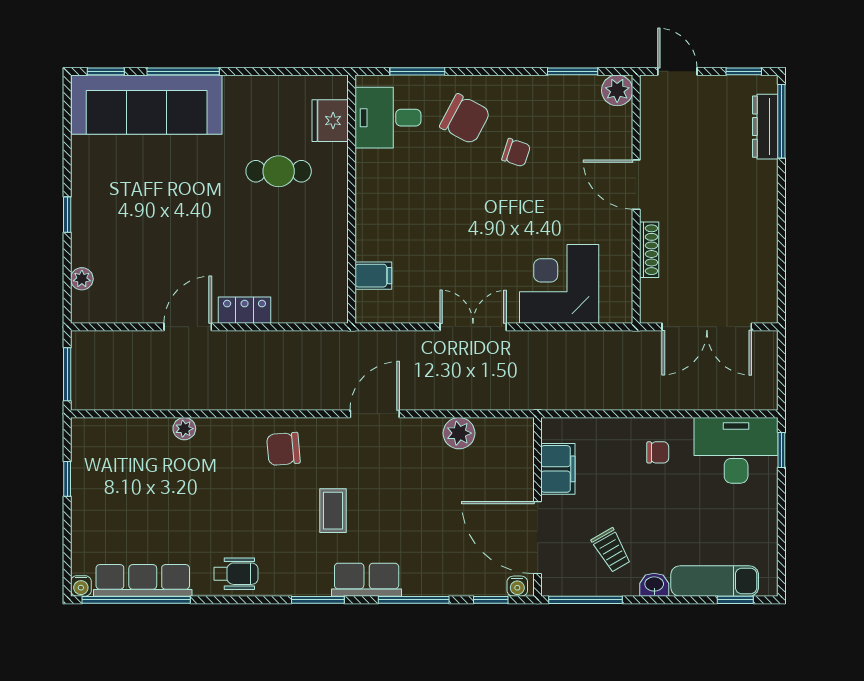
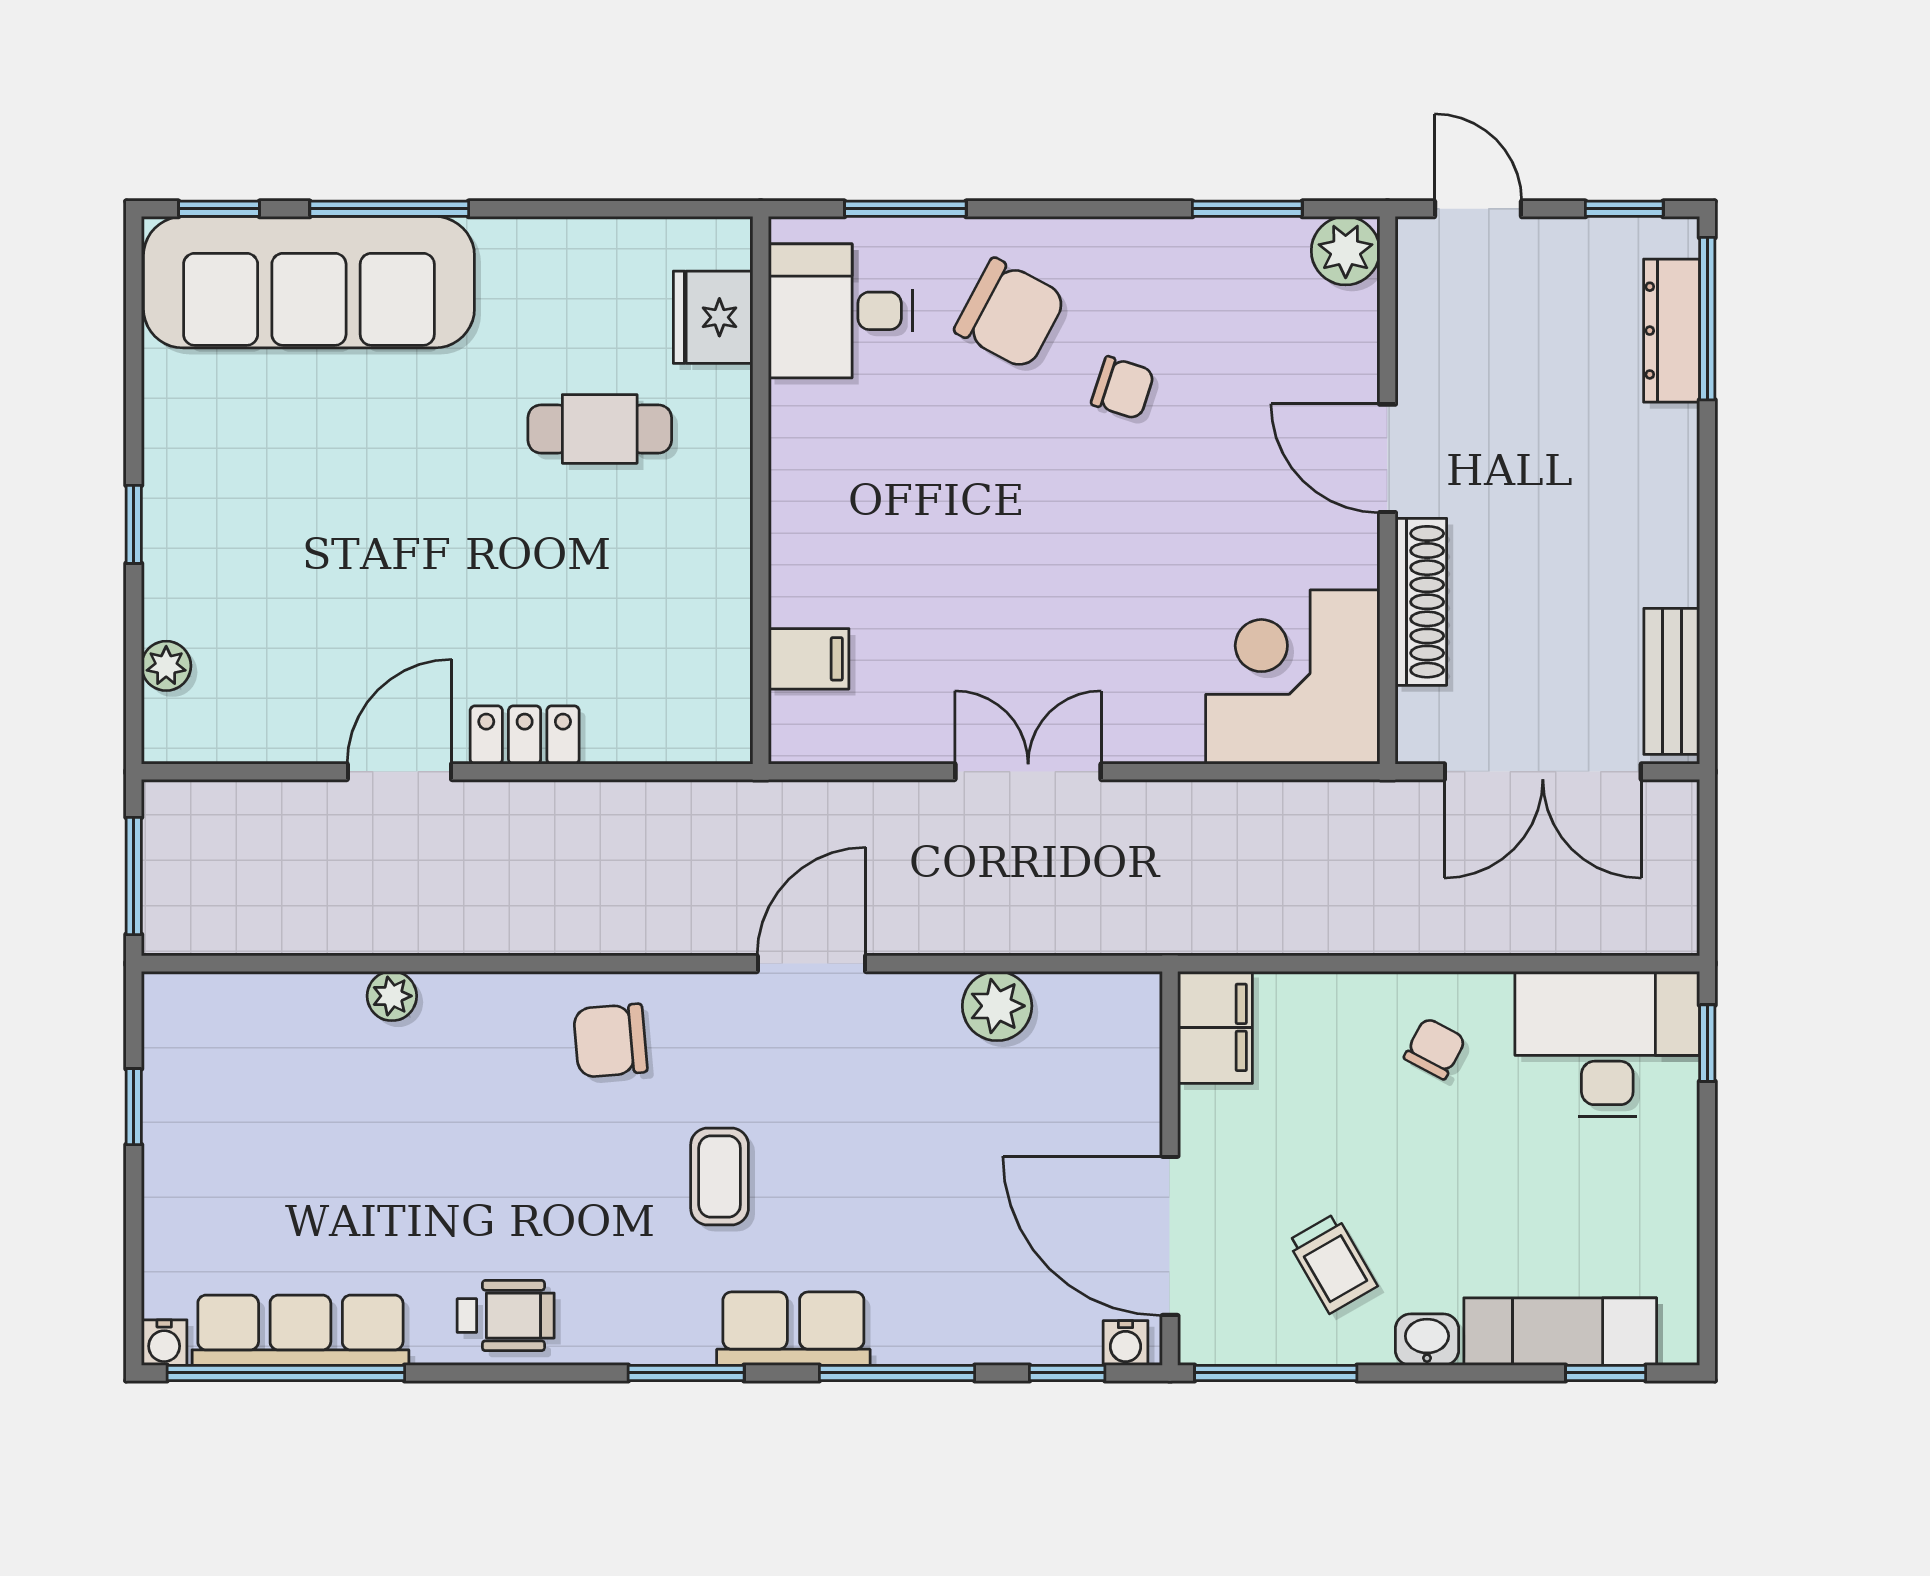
shoe rack: (649, 250) -> (1421, 602), width x1.36, depth x1.24
corner desk: (559, 284) -> (1293, 677), moved
bench: (765, 286) -> (1672, 681), added
chair: (658, 452) -> (1435, 1048), turned -62
filing cabinet: (558, 469) -> (1215, 1027), moved

